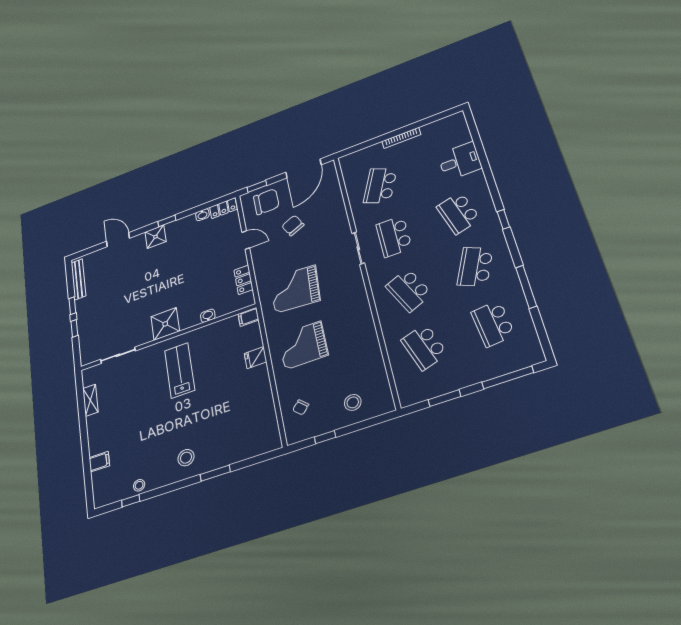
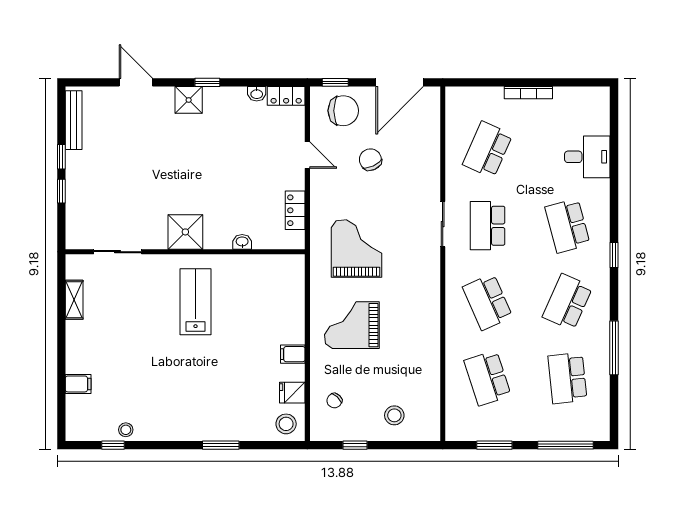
grand piano: (295, 289) -> (357, 248), turned 86
filing cabinet: (248, 317) -> (293, 354), moved
fridge: (255, 358) -> (292, 393), moved
stool: (186, 458) -> (286, 424), moved

